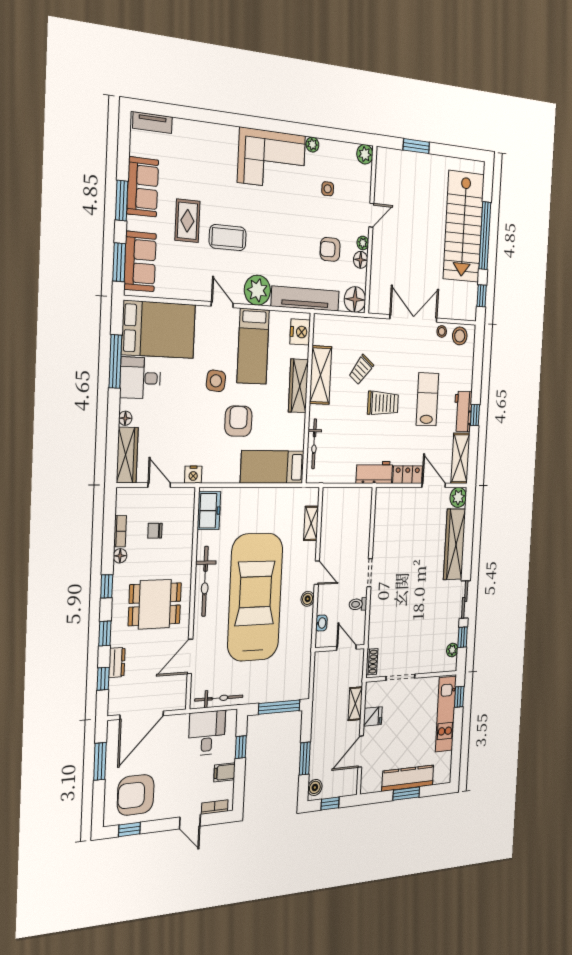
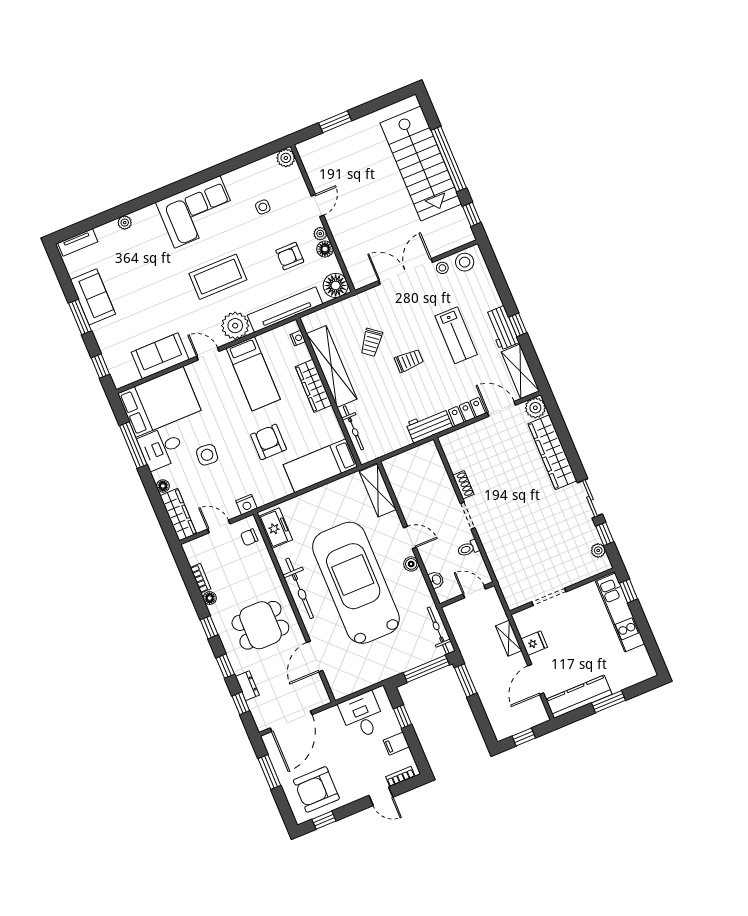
plant: (312, 145) -> (125, 223), moved
rug: (187, 221) -> (144, 303), removed
coffee table: (228, 238) -> (218, 277), moved, width x1.36, depth x1.32
sofa: (140, 261) -> (160, 356), moved, turned -90
window: (119, 262) -> (100, 366), width x0.67
nightstand: (300, 332) -> (298, 338), width x0.53, depth x0.56
shelving: (321, 375) -> (332, 366), width x1.47
side table: (216, 381) -> (207, 455), moved
lab bench: (427, 399) -> (456, 335), turned 180
trolley: (383, 403) -> (409, 361), width x0.73, depth x0.72
shelving: (311, 523) -> (378, 491), width x1.50, depth x1.33
chair: (155, 531) -> (249, 537), moved
shoe rack: (372, 662) -> (463, 485), moved
bicycle: (219, 698) -> (438, 631), moved, turned -90
window: (305, 759) -> (466, 680), moved
kitchen counter: (408, 778) -> (579, 697), moved
boiler: (315, 787) -> (500, 728), removed

